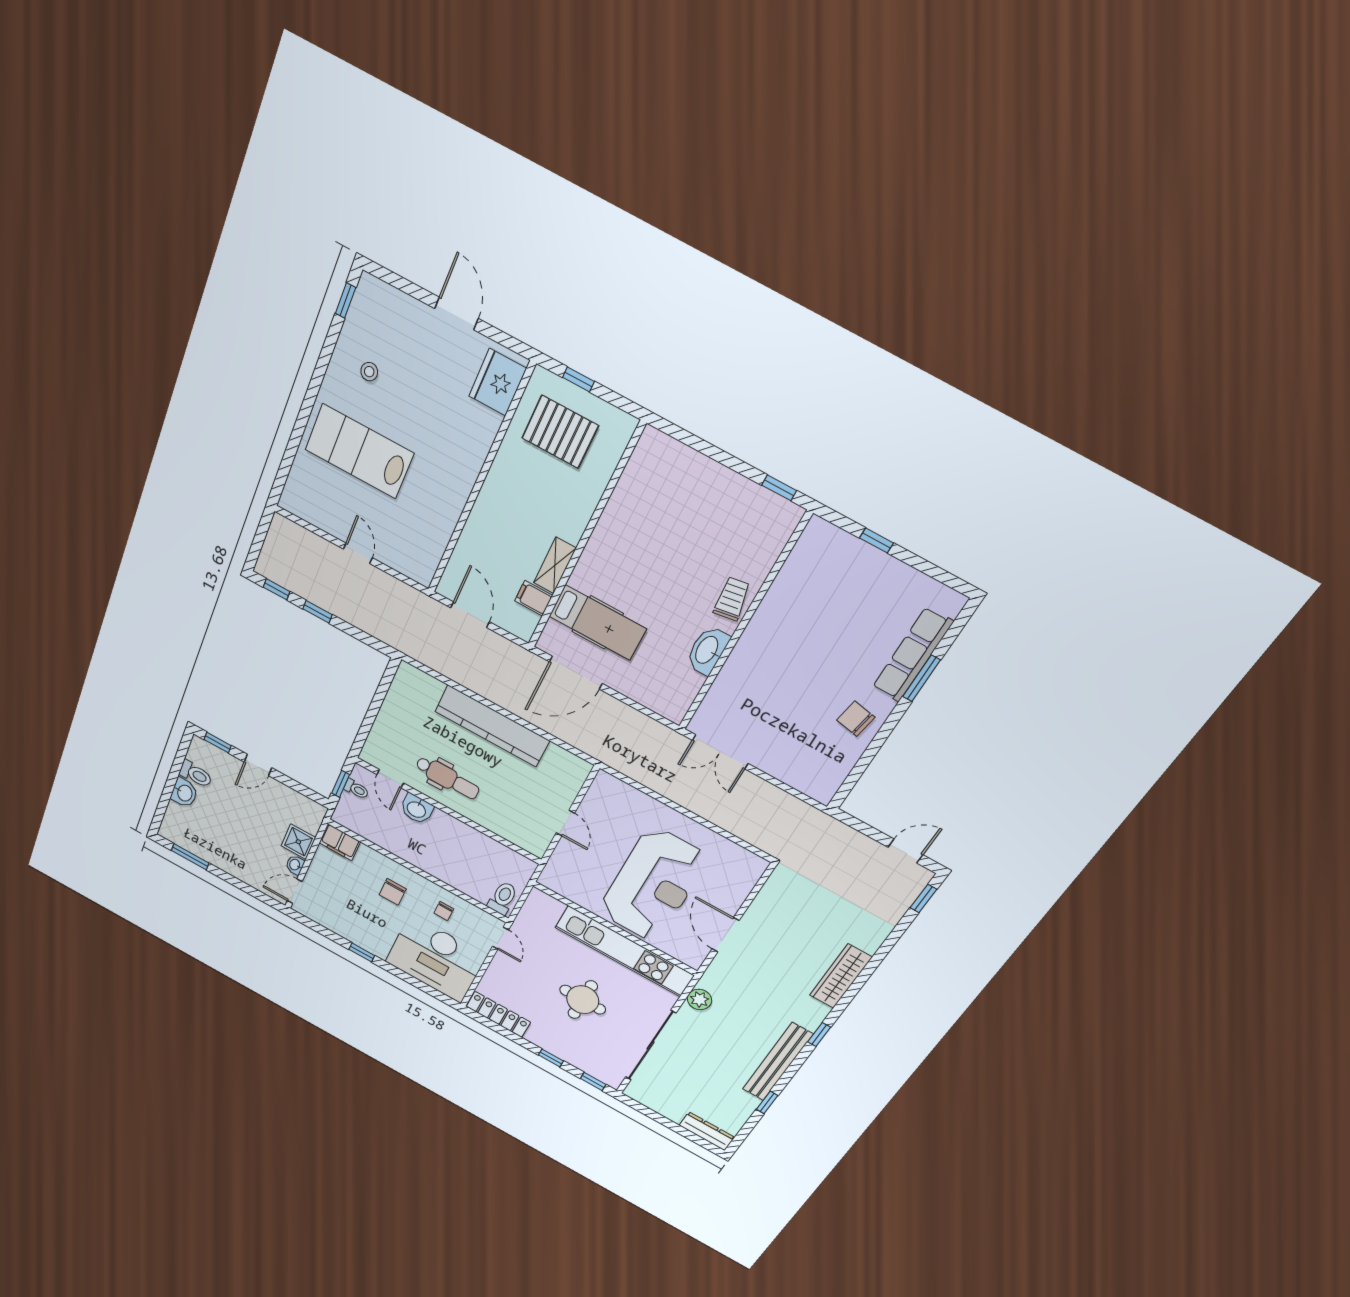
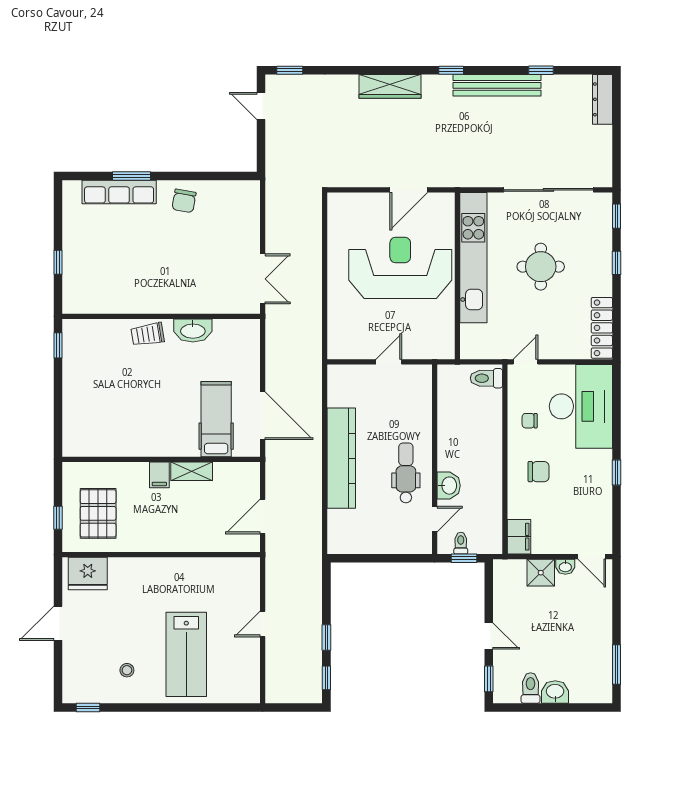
filing cabinet: (534, 598) -> (159, 475), moved
chair: (444, 911) -> (530, 421), turned 180
plant: (699, 999) -> (479, 177), removed

